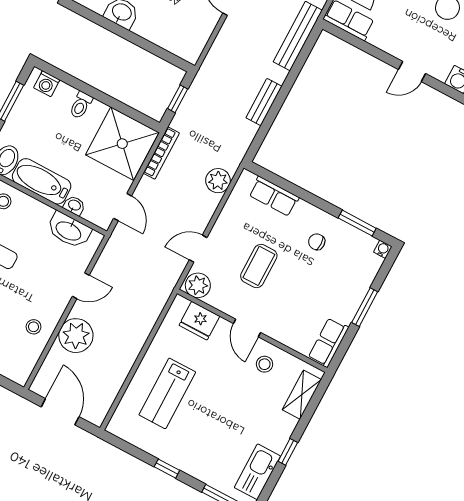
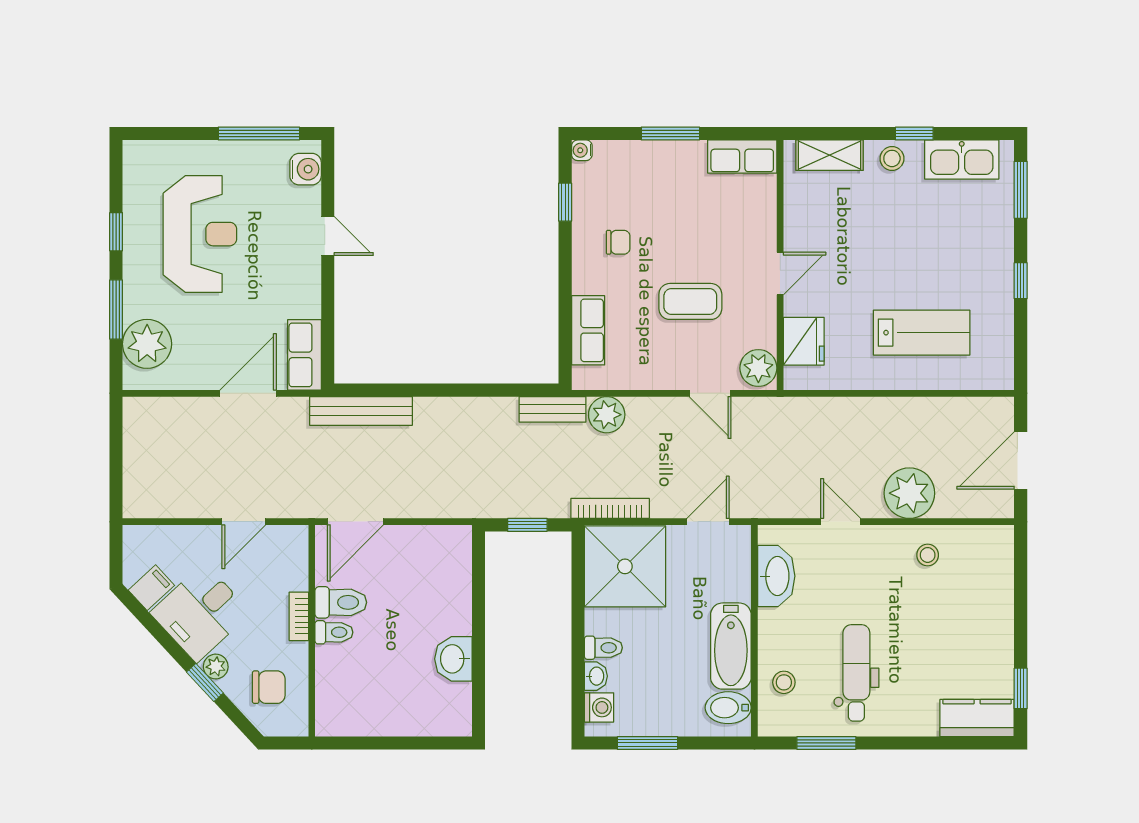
bench: (264, 102) -> (553, 409), moved
washbasin: (74, 205) -> (596, 676), moved, turned 180
window: (357, 223) -> (565, 202), width x0.67
chair: (317, 242) -> (618, 242), turned -90
stool: (265, 364) -> (892, 158), moved

